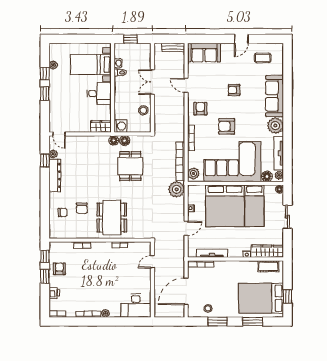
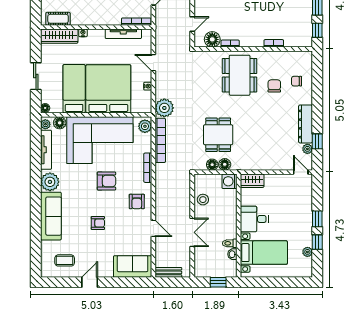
floor lamp: (114, 140) -> (212, 165), moved
door: (186, 228) -> (153, 63), hinge flipped
floor lamp: (135, 248) -> (212, 39), added
armchair: (59, 269) -> (300, 16), removed

